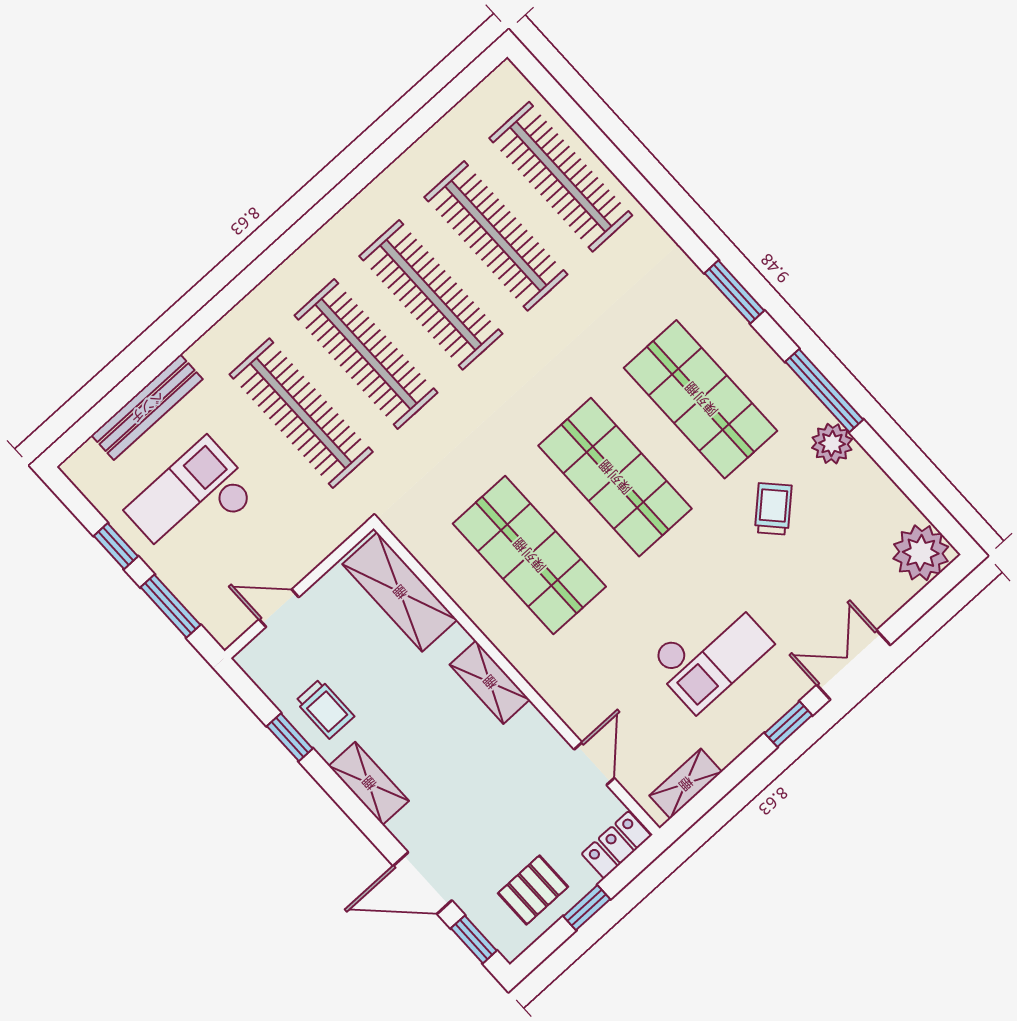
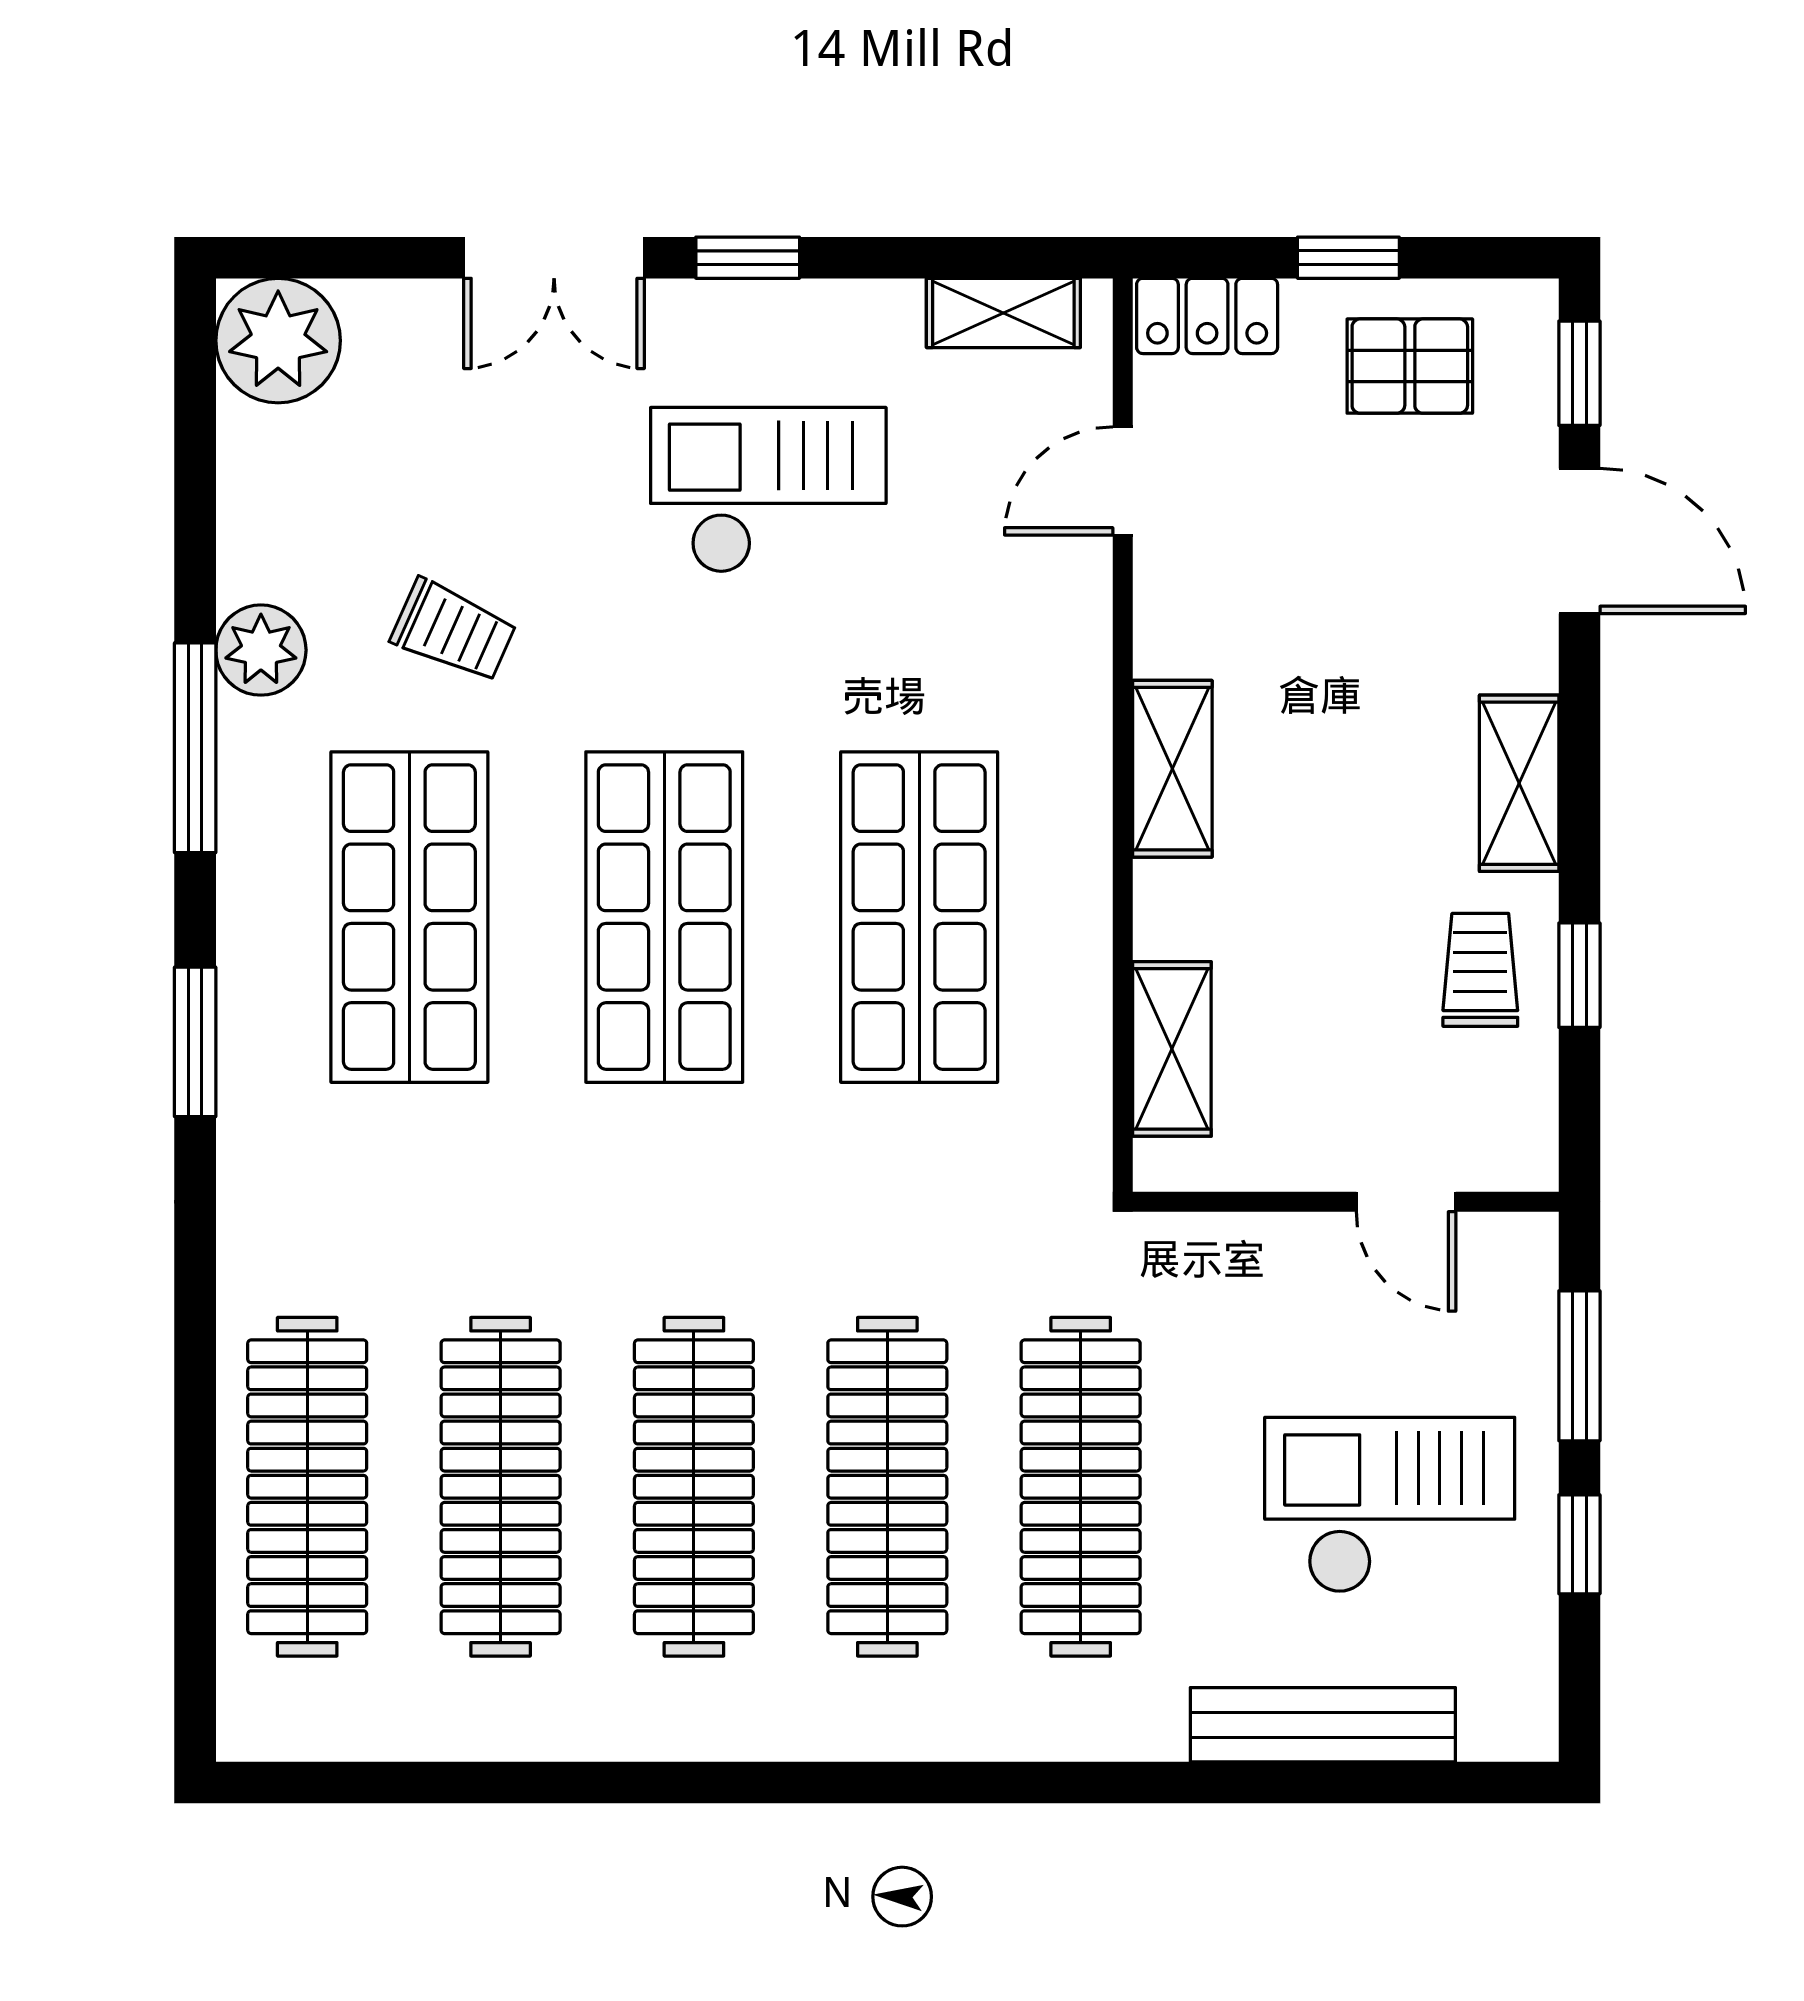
checkout: (192, 501) -> (1390, 1505), turned 180
trolley: (773, 509) -> (454, 631), turned -113
shelving: (400, 592) -> (1172, 1049), width x0.67, depth x0.75

